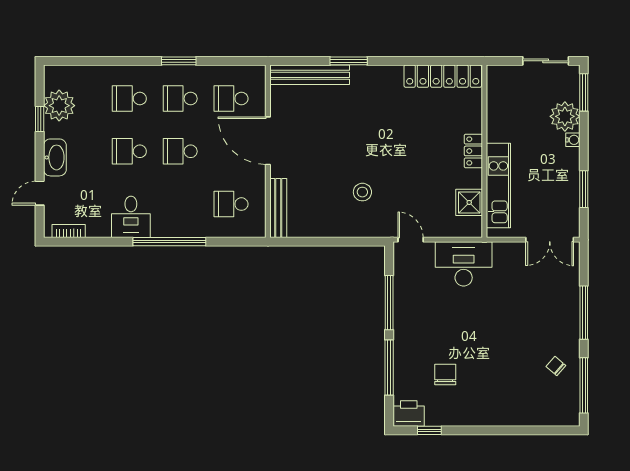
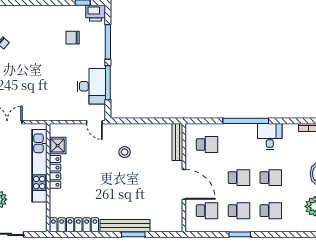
bench: (310, 75) -> (125, 226), moved
locker: (473, 151) -> (55, 172), width x1.53
kitchen unit: (498, 185) -> (39, 166), width x1.36
desk: (464, 264) -> (91, 86), moved, turned -90
chair: (445, 374) -> (73, 38), turned 90

